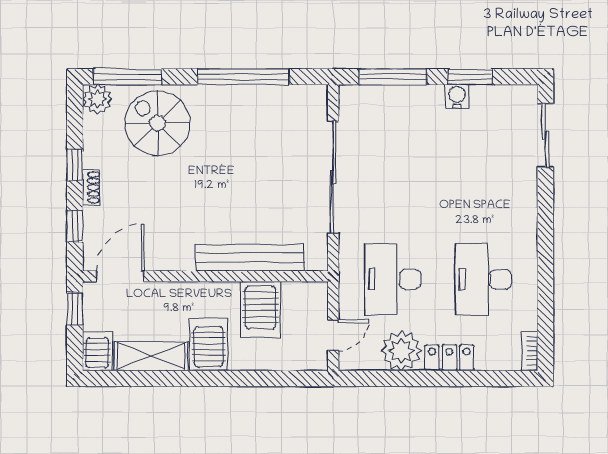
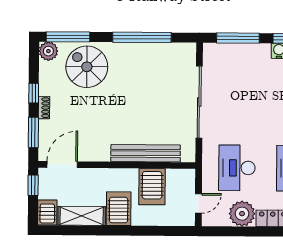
window: (75, 226) -> (33, 132), width x1.50

